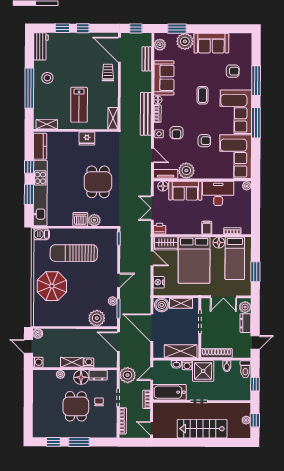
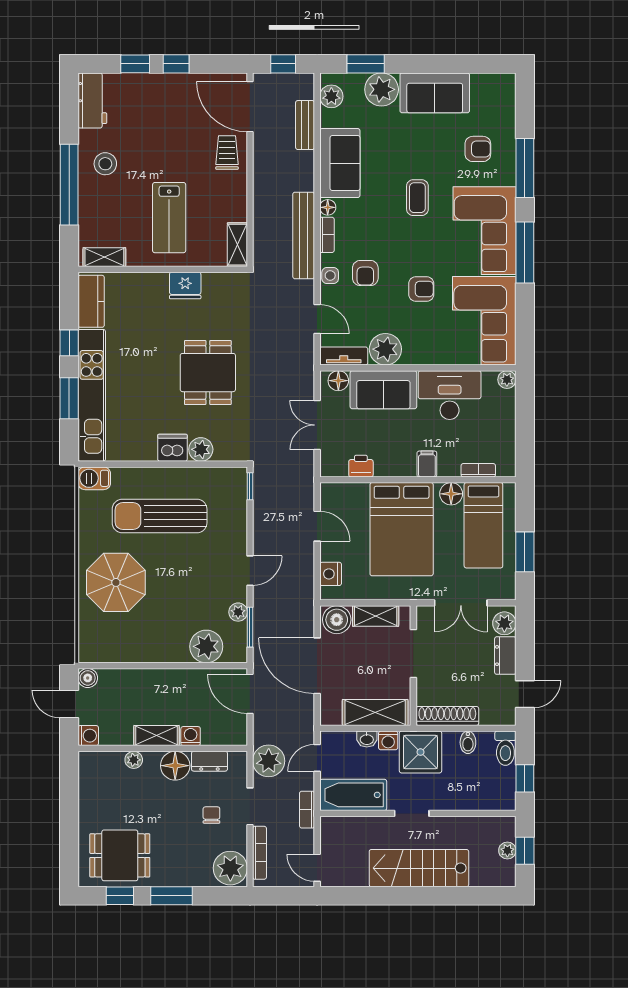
printer: (160, 229) -> (361, 466), moved
wardrobe: (166, 243) -> (345, 496), removed
dining table: (76, 406) -> (120, 855), moved, turned 90
plant: (108, 428) -> (230, 868), added

